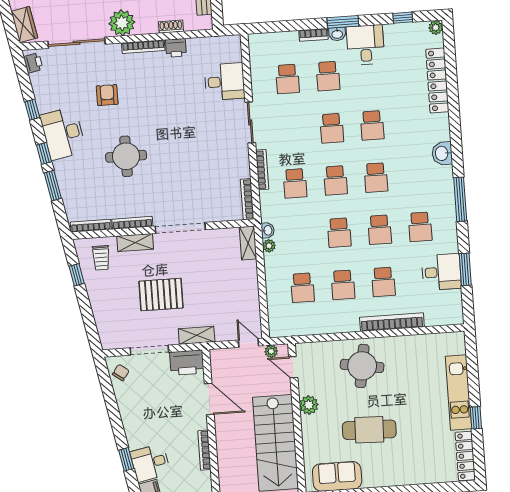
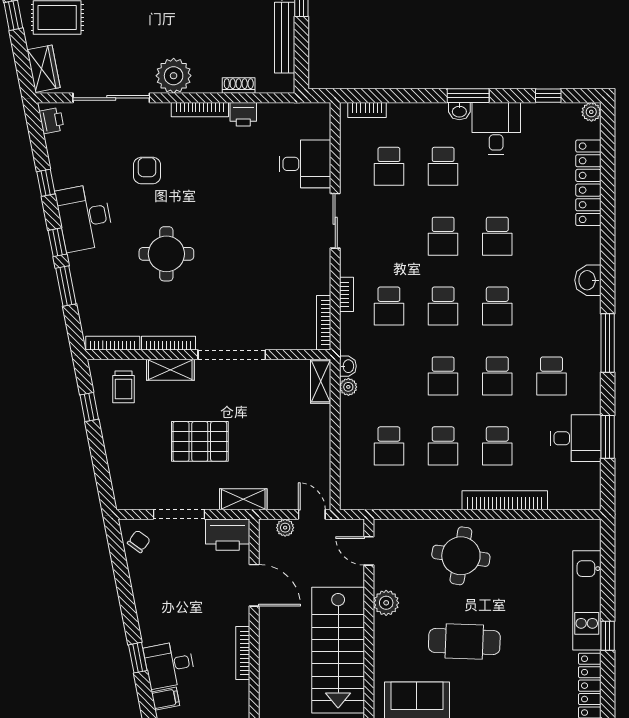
bookcase: (313, 35) -> (367, 110), moved
bookcase: (262, 170) -> (346, 294), width x0.64
plant: (271, 351) -> (285, 528), moved

